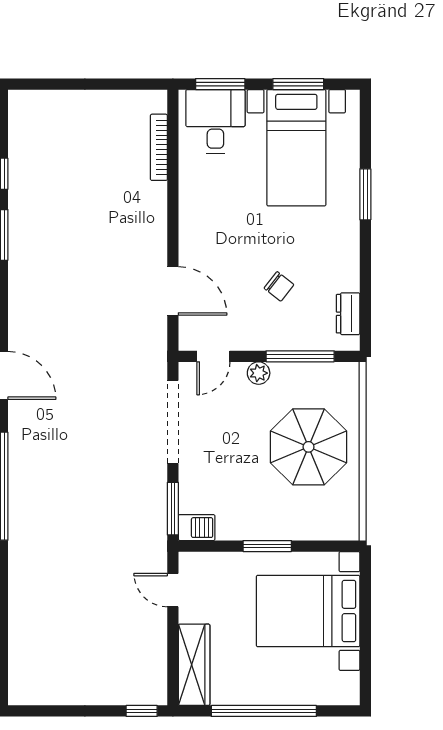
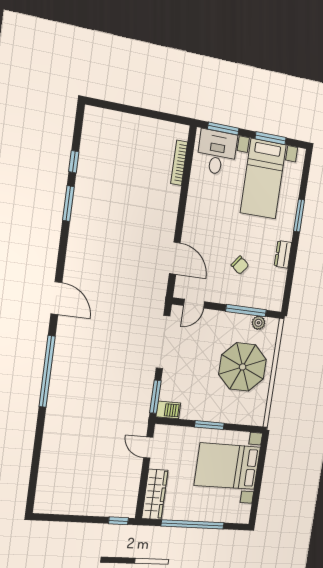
dresser: (348, 314) -> (283, 254), moved
plant: (259, 373) -> (258, 323), moved

